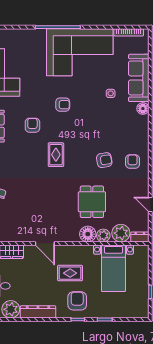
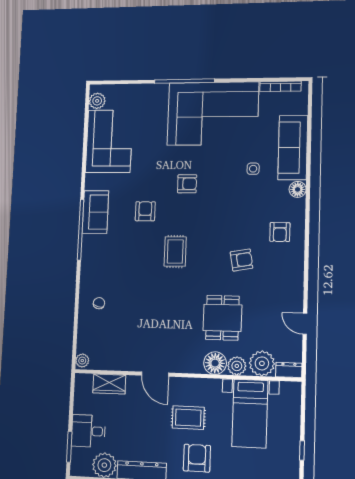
armchair: (133, 162) -> (280, 232), moved, turned 180

